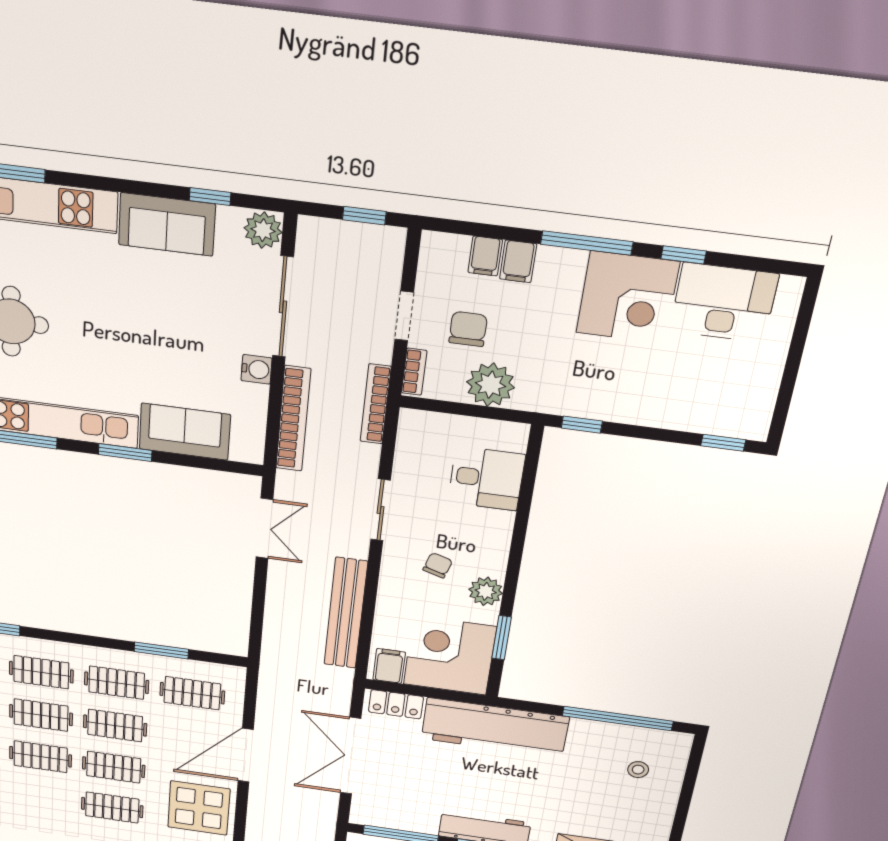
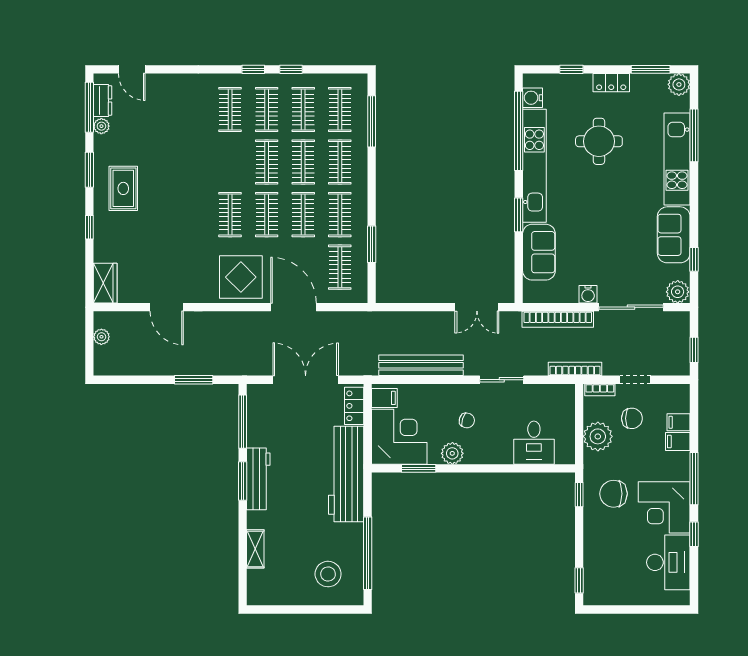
chair: (590, 373) -> (614, 494), added
stool: (638, 770) -> (328, 574), width x1.89, depth x1.89

